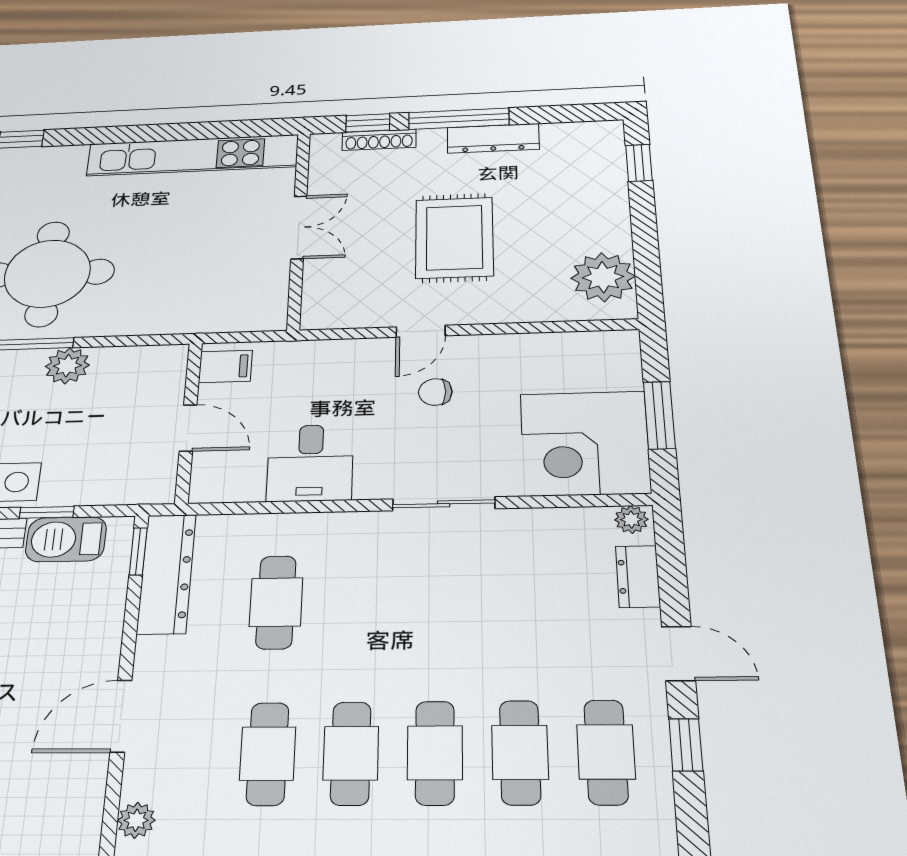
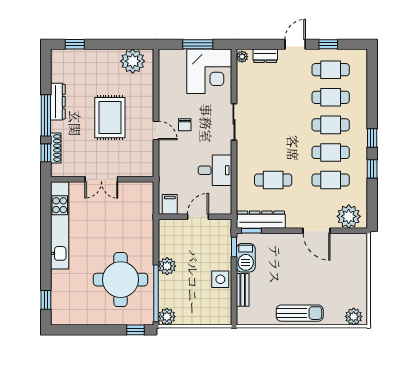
double door: (299, 227) -> (101, 179), swing flipped
rug: (454, 238) -> (110, 118), turned 90
window: (47, 512) -> (234, 247), moved
plant: (136, 820) -> (349, 216), width x1.88, depth x1.88

